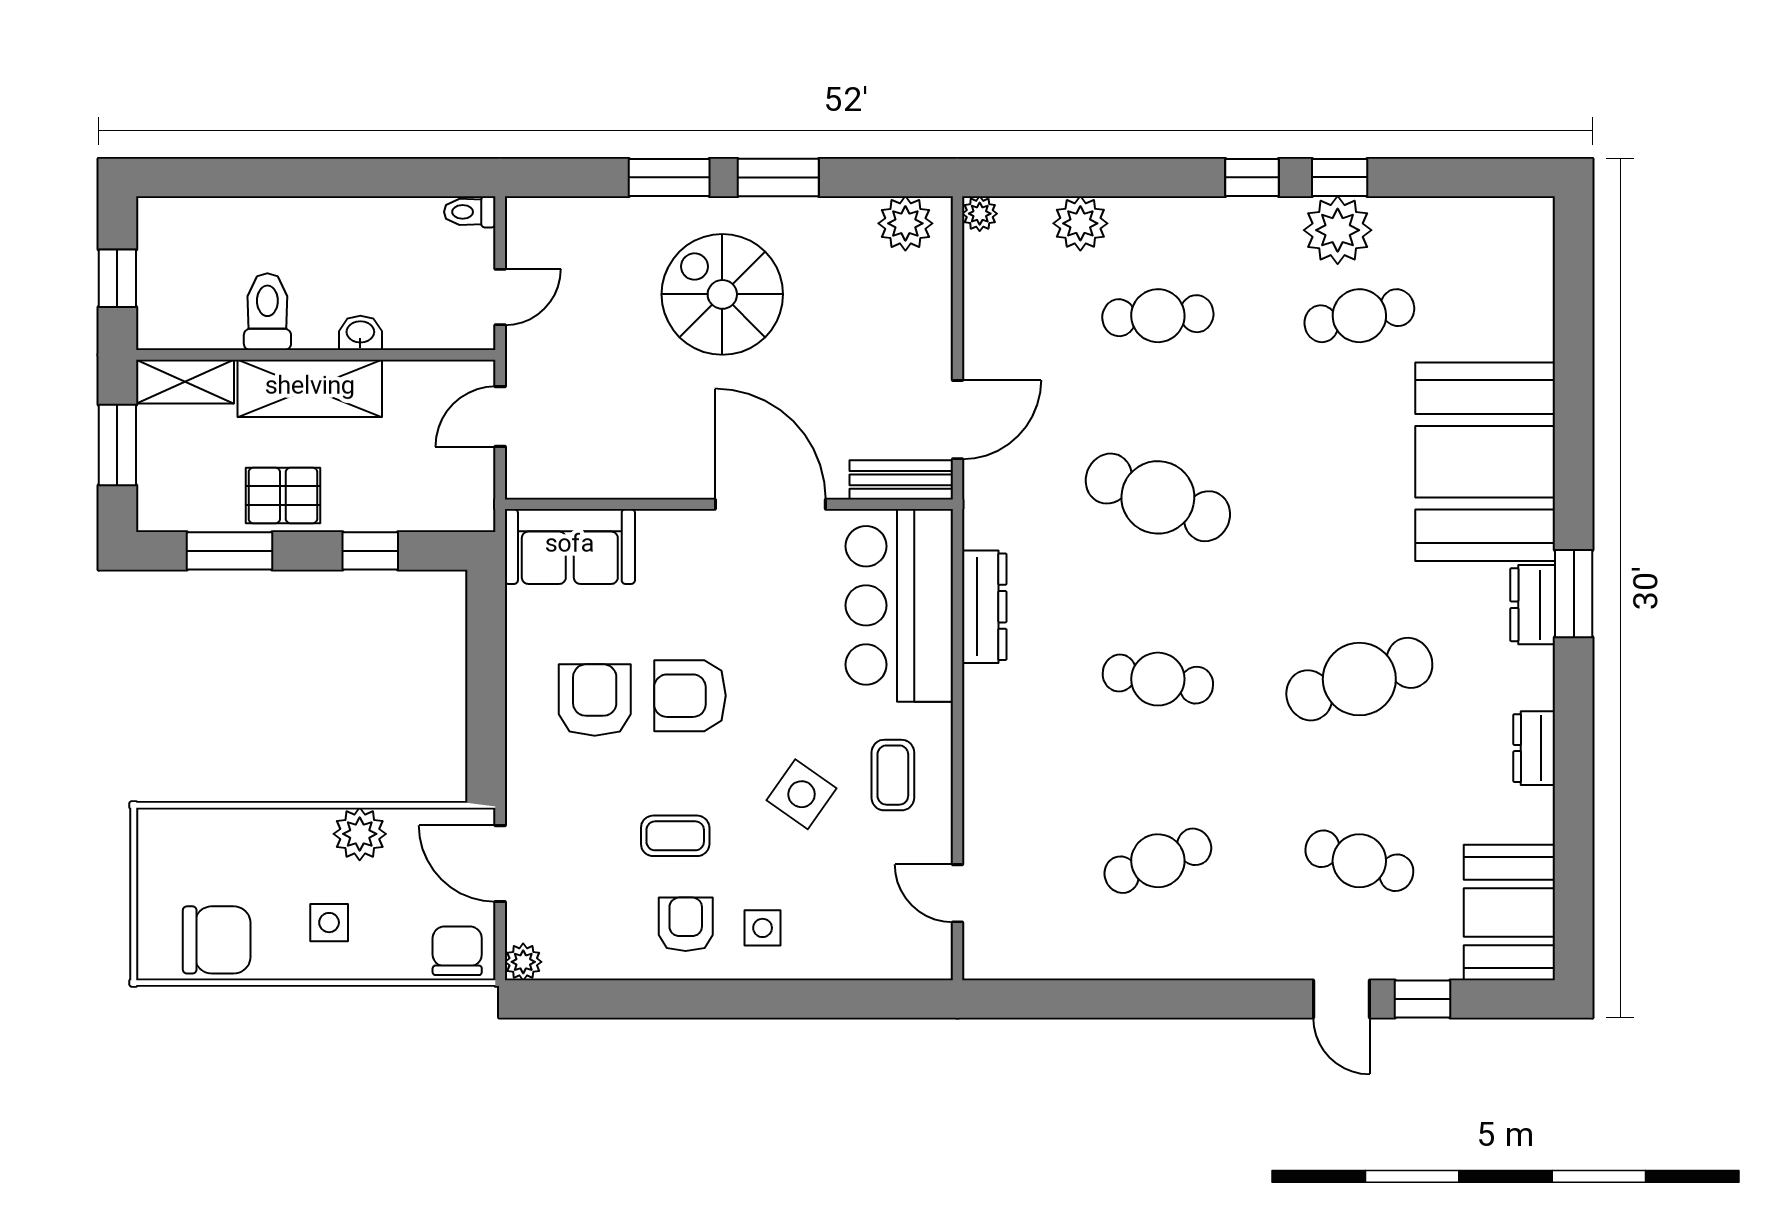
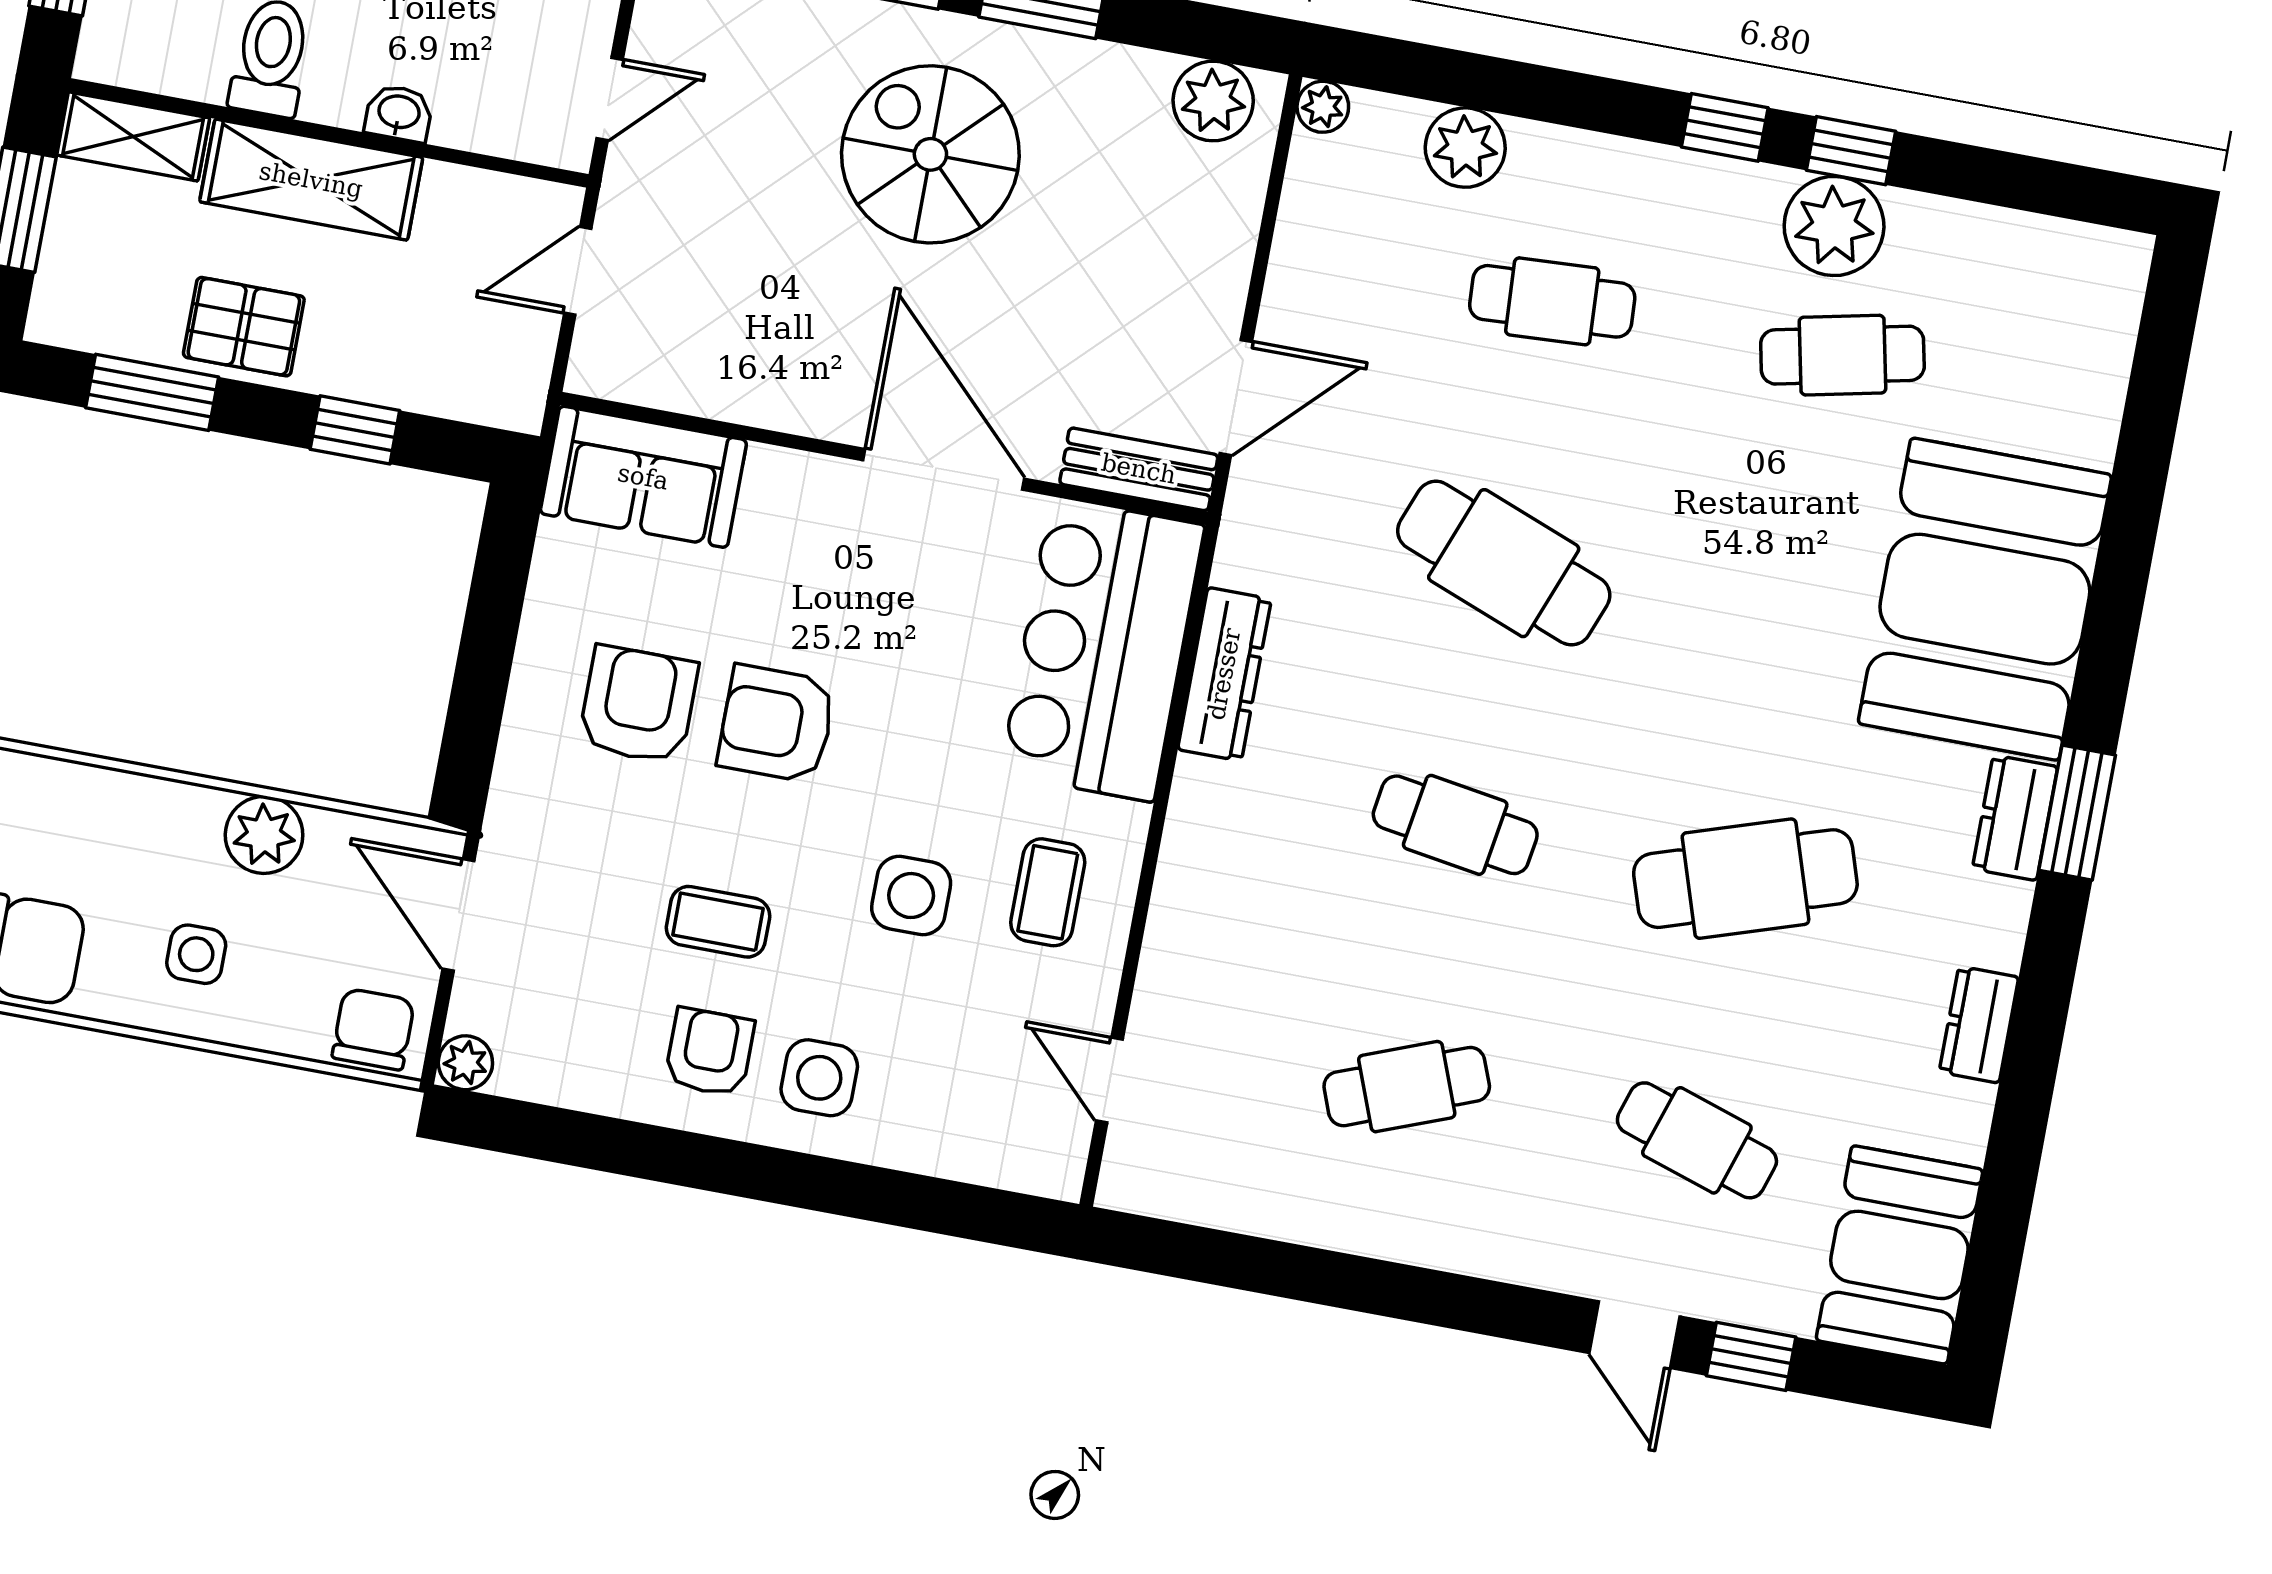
side table: (802, 794) -> (911, 896), turned -35
side table: (763, 928) -> (819, 1078), width x1.37, depth x1.37

